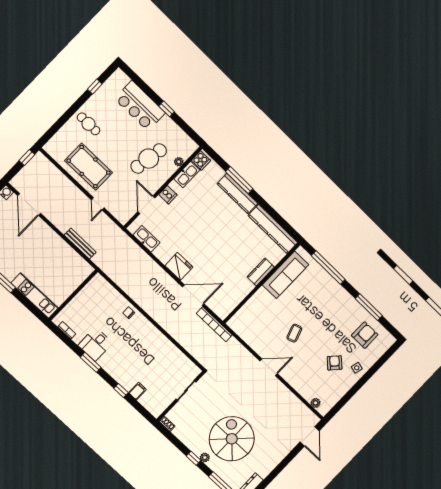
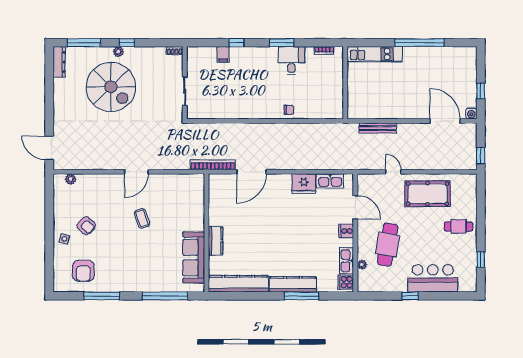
fridge: (179, 266) -> (304, 184), moved

